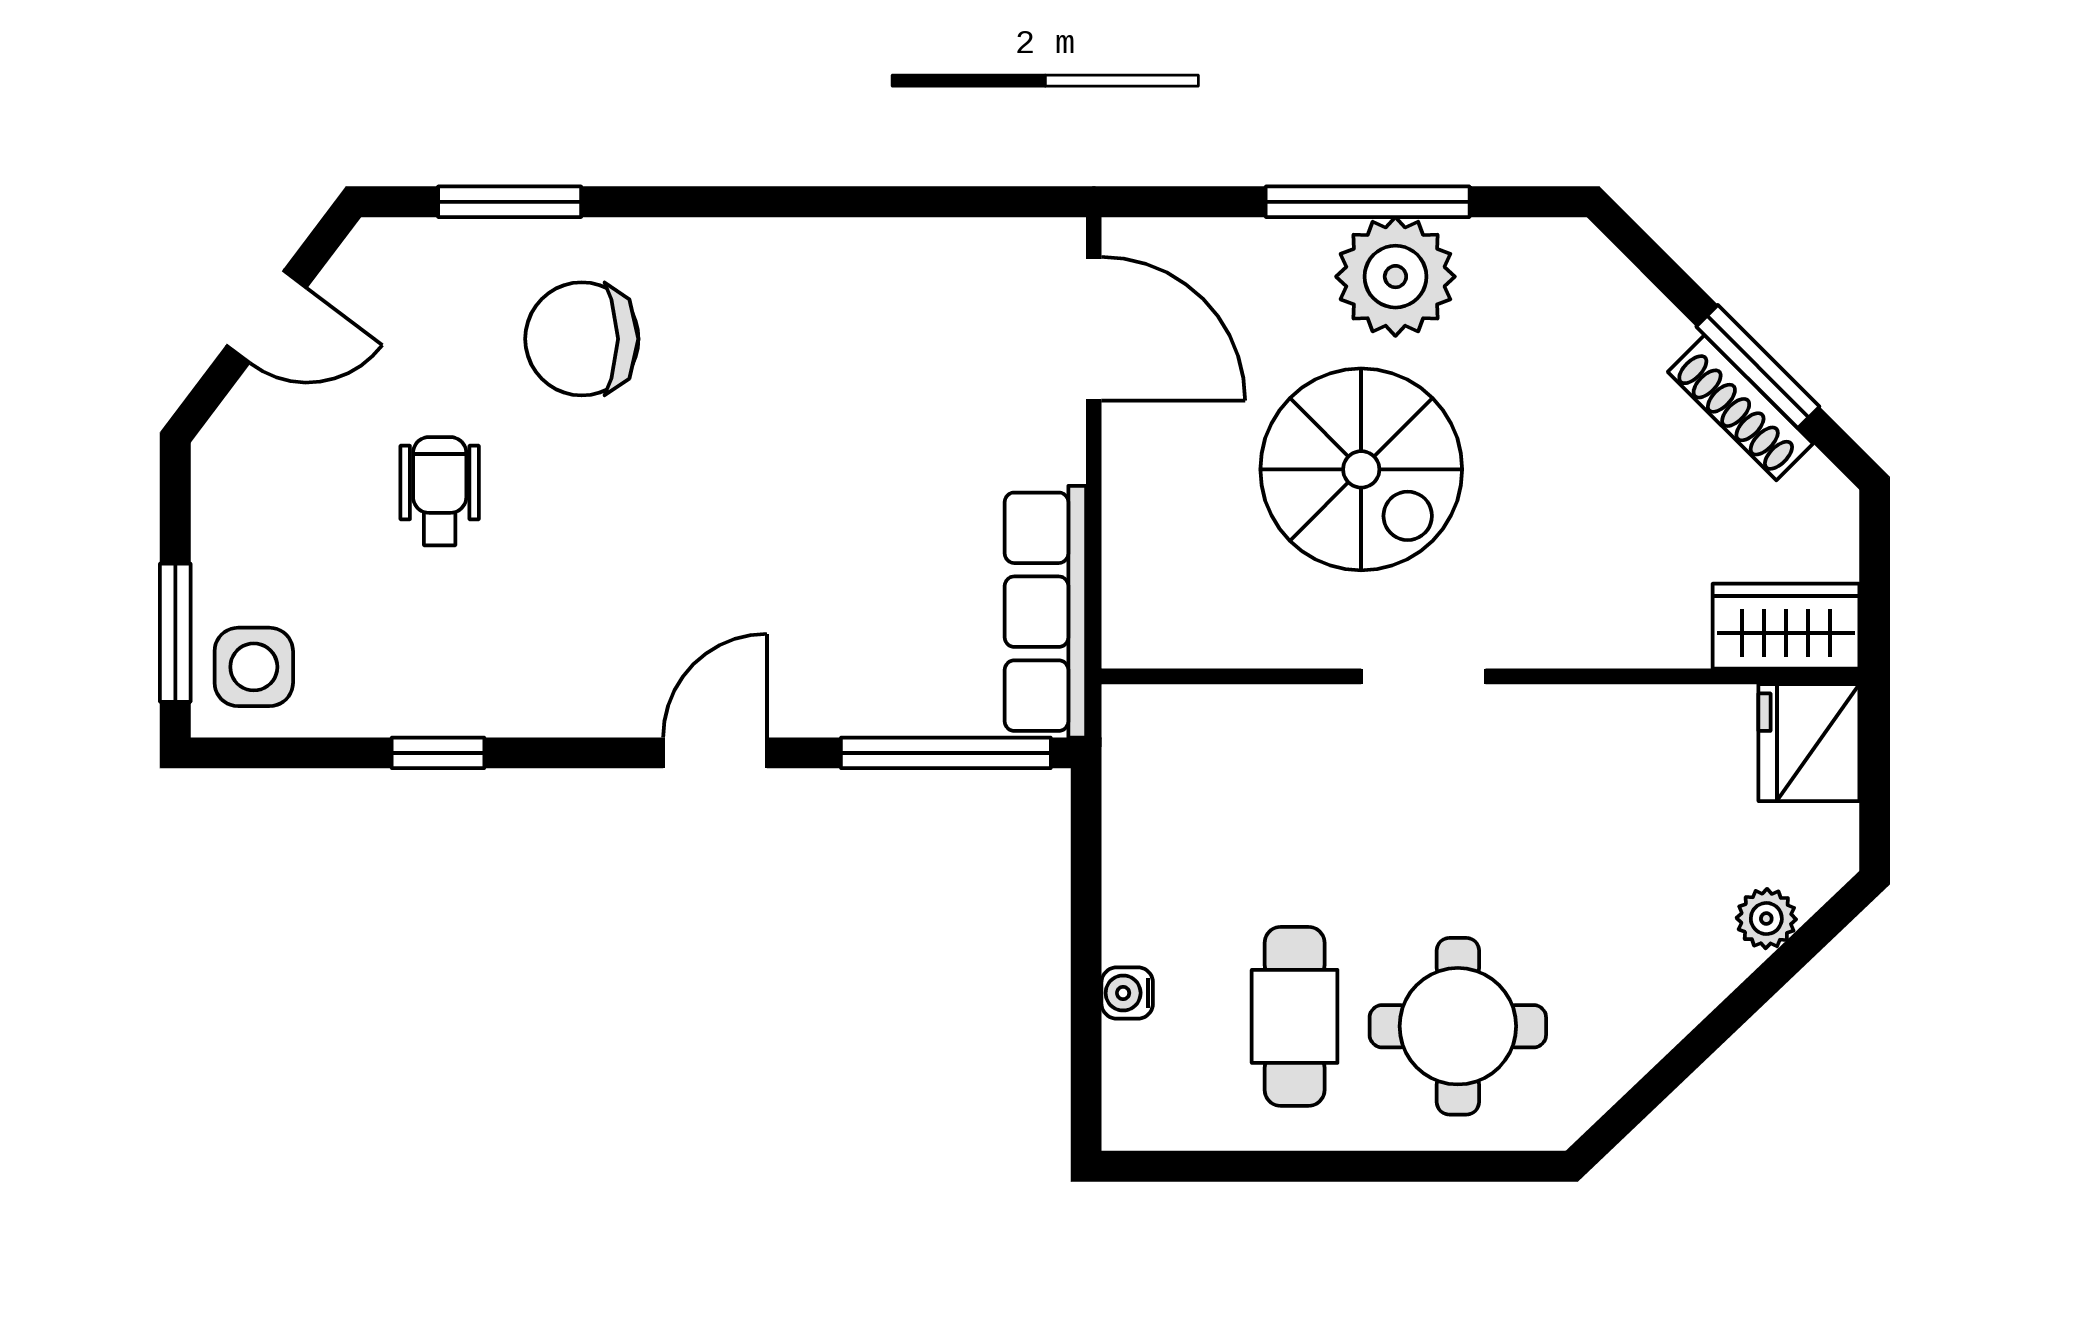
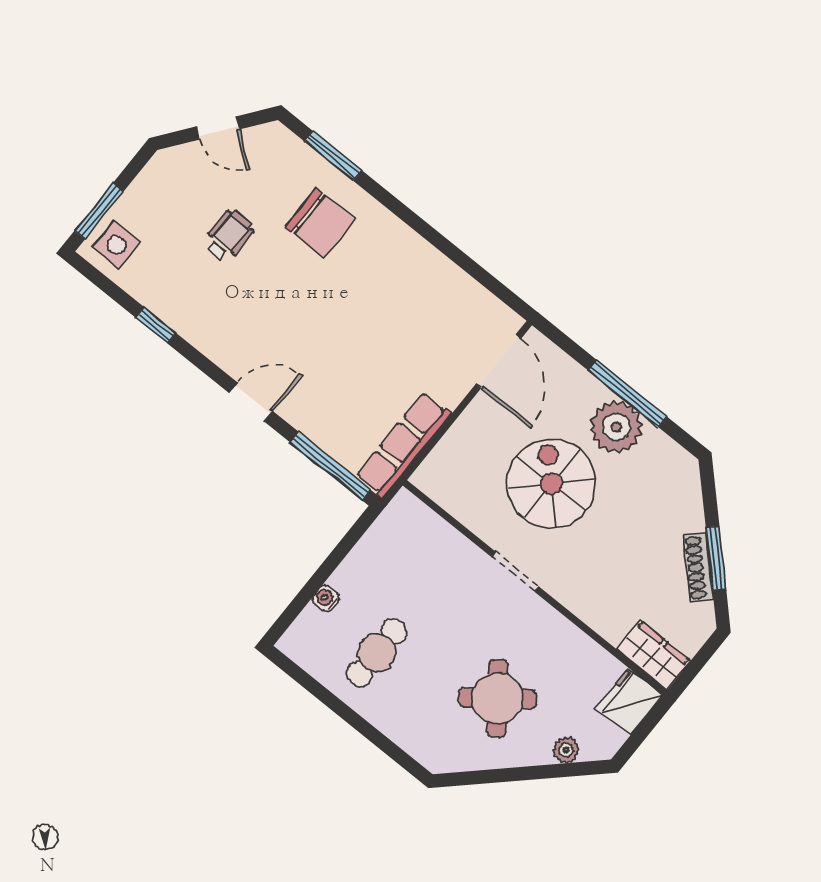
chair: (582, 339) -> (320, 223), turned 180
spiral stairs: (1361, 469) -> (551, 484), turned 180
round table: (1458, 1026) -> (497, 698), moved, turned -37

